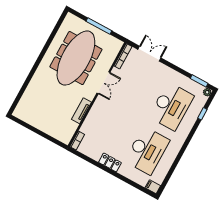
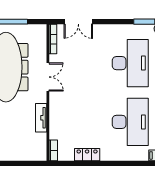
double door: (149, 54) -> (78, 22), swing flipped
locker: (110, 162) -> (87, 155), moved

